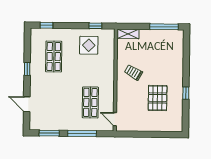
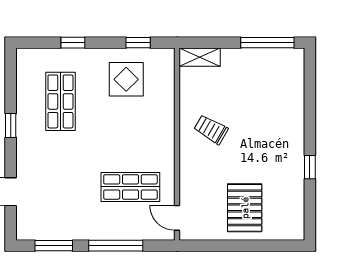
window: (46, 25) -> (73, 43), moved
pallet: (158, 98) -> (245, 208), moved
shop shelf: (90, 102) -> (130, 187), turned 90

